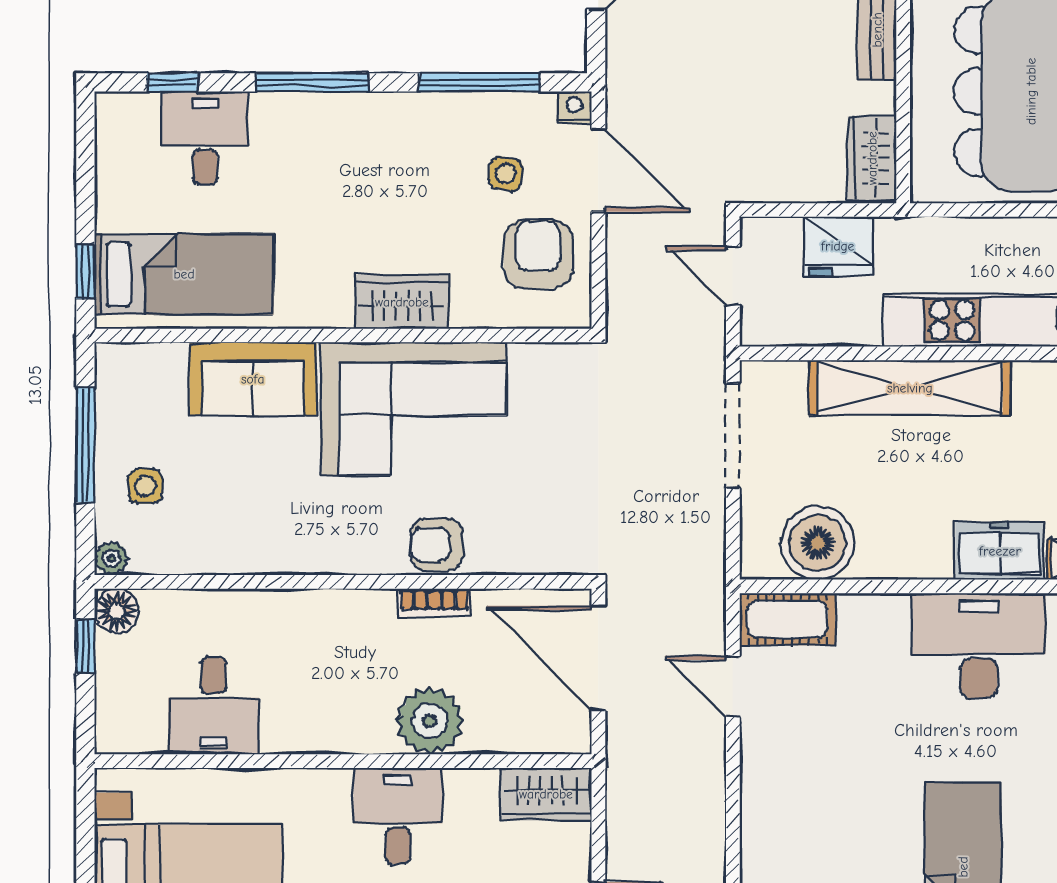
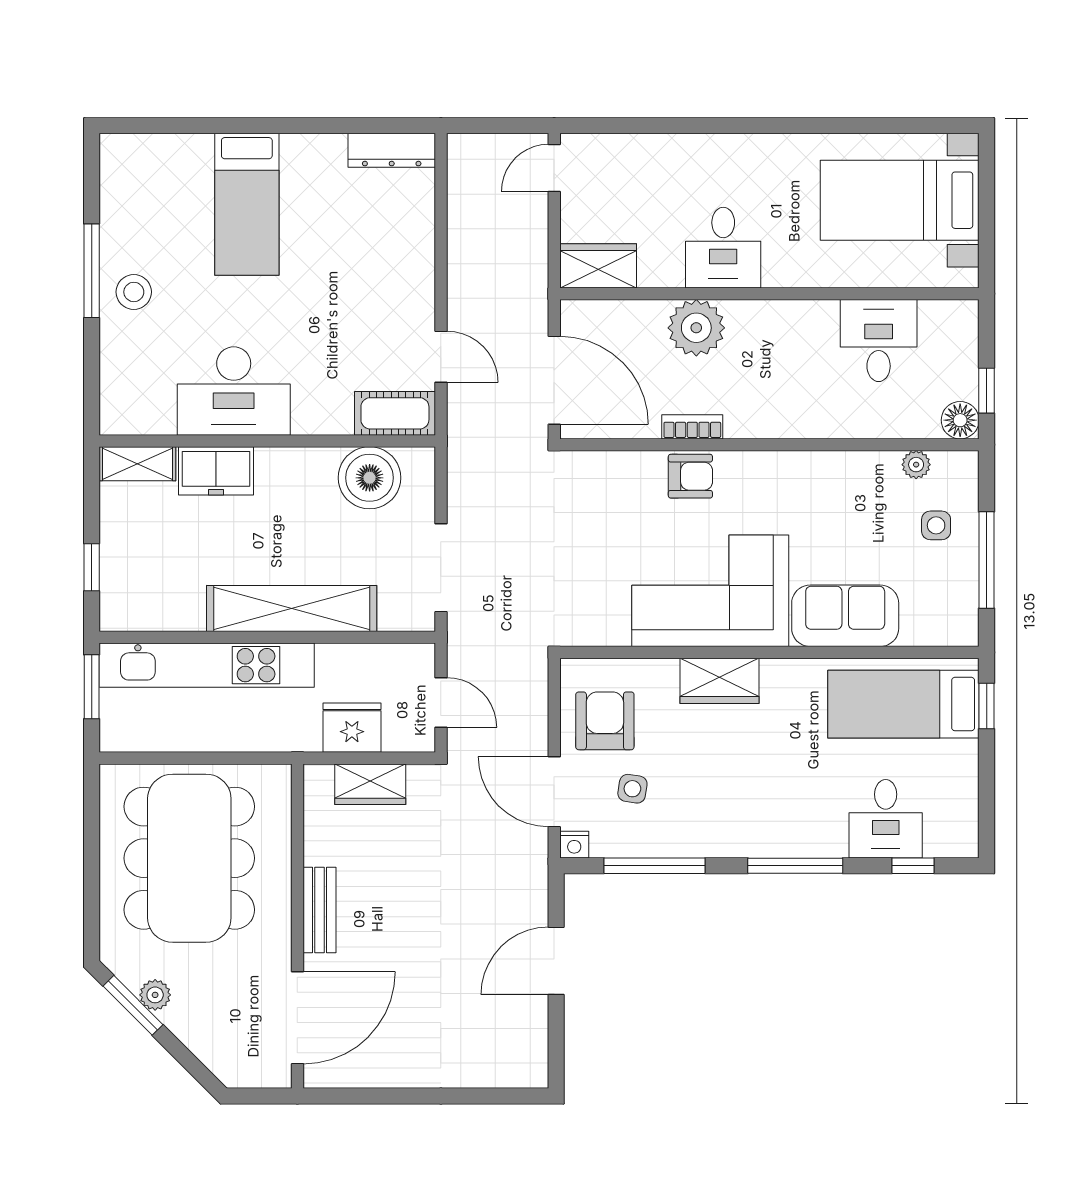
wardrobe: (872, 158) -> (370, 784), moved, turned 90
armchair: (538, 254) -> (605, 721), turned 180
plant: (111, 558) -> (916, 465), moved

